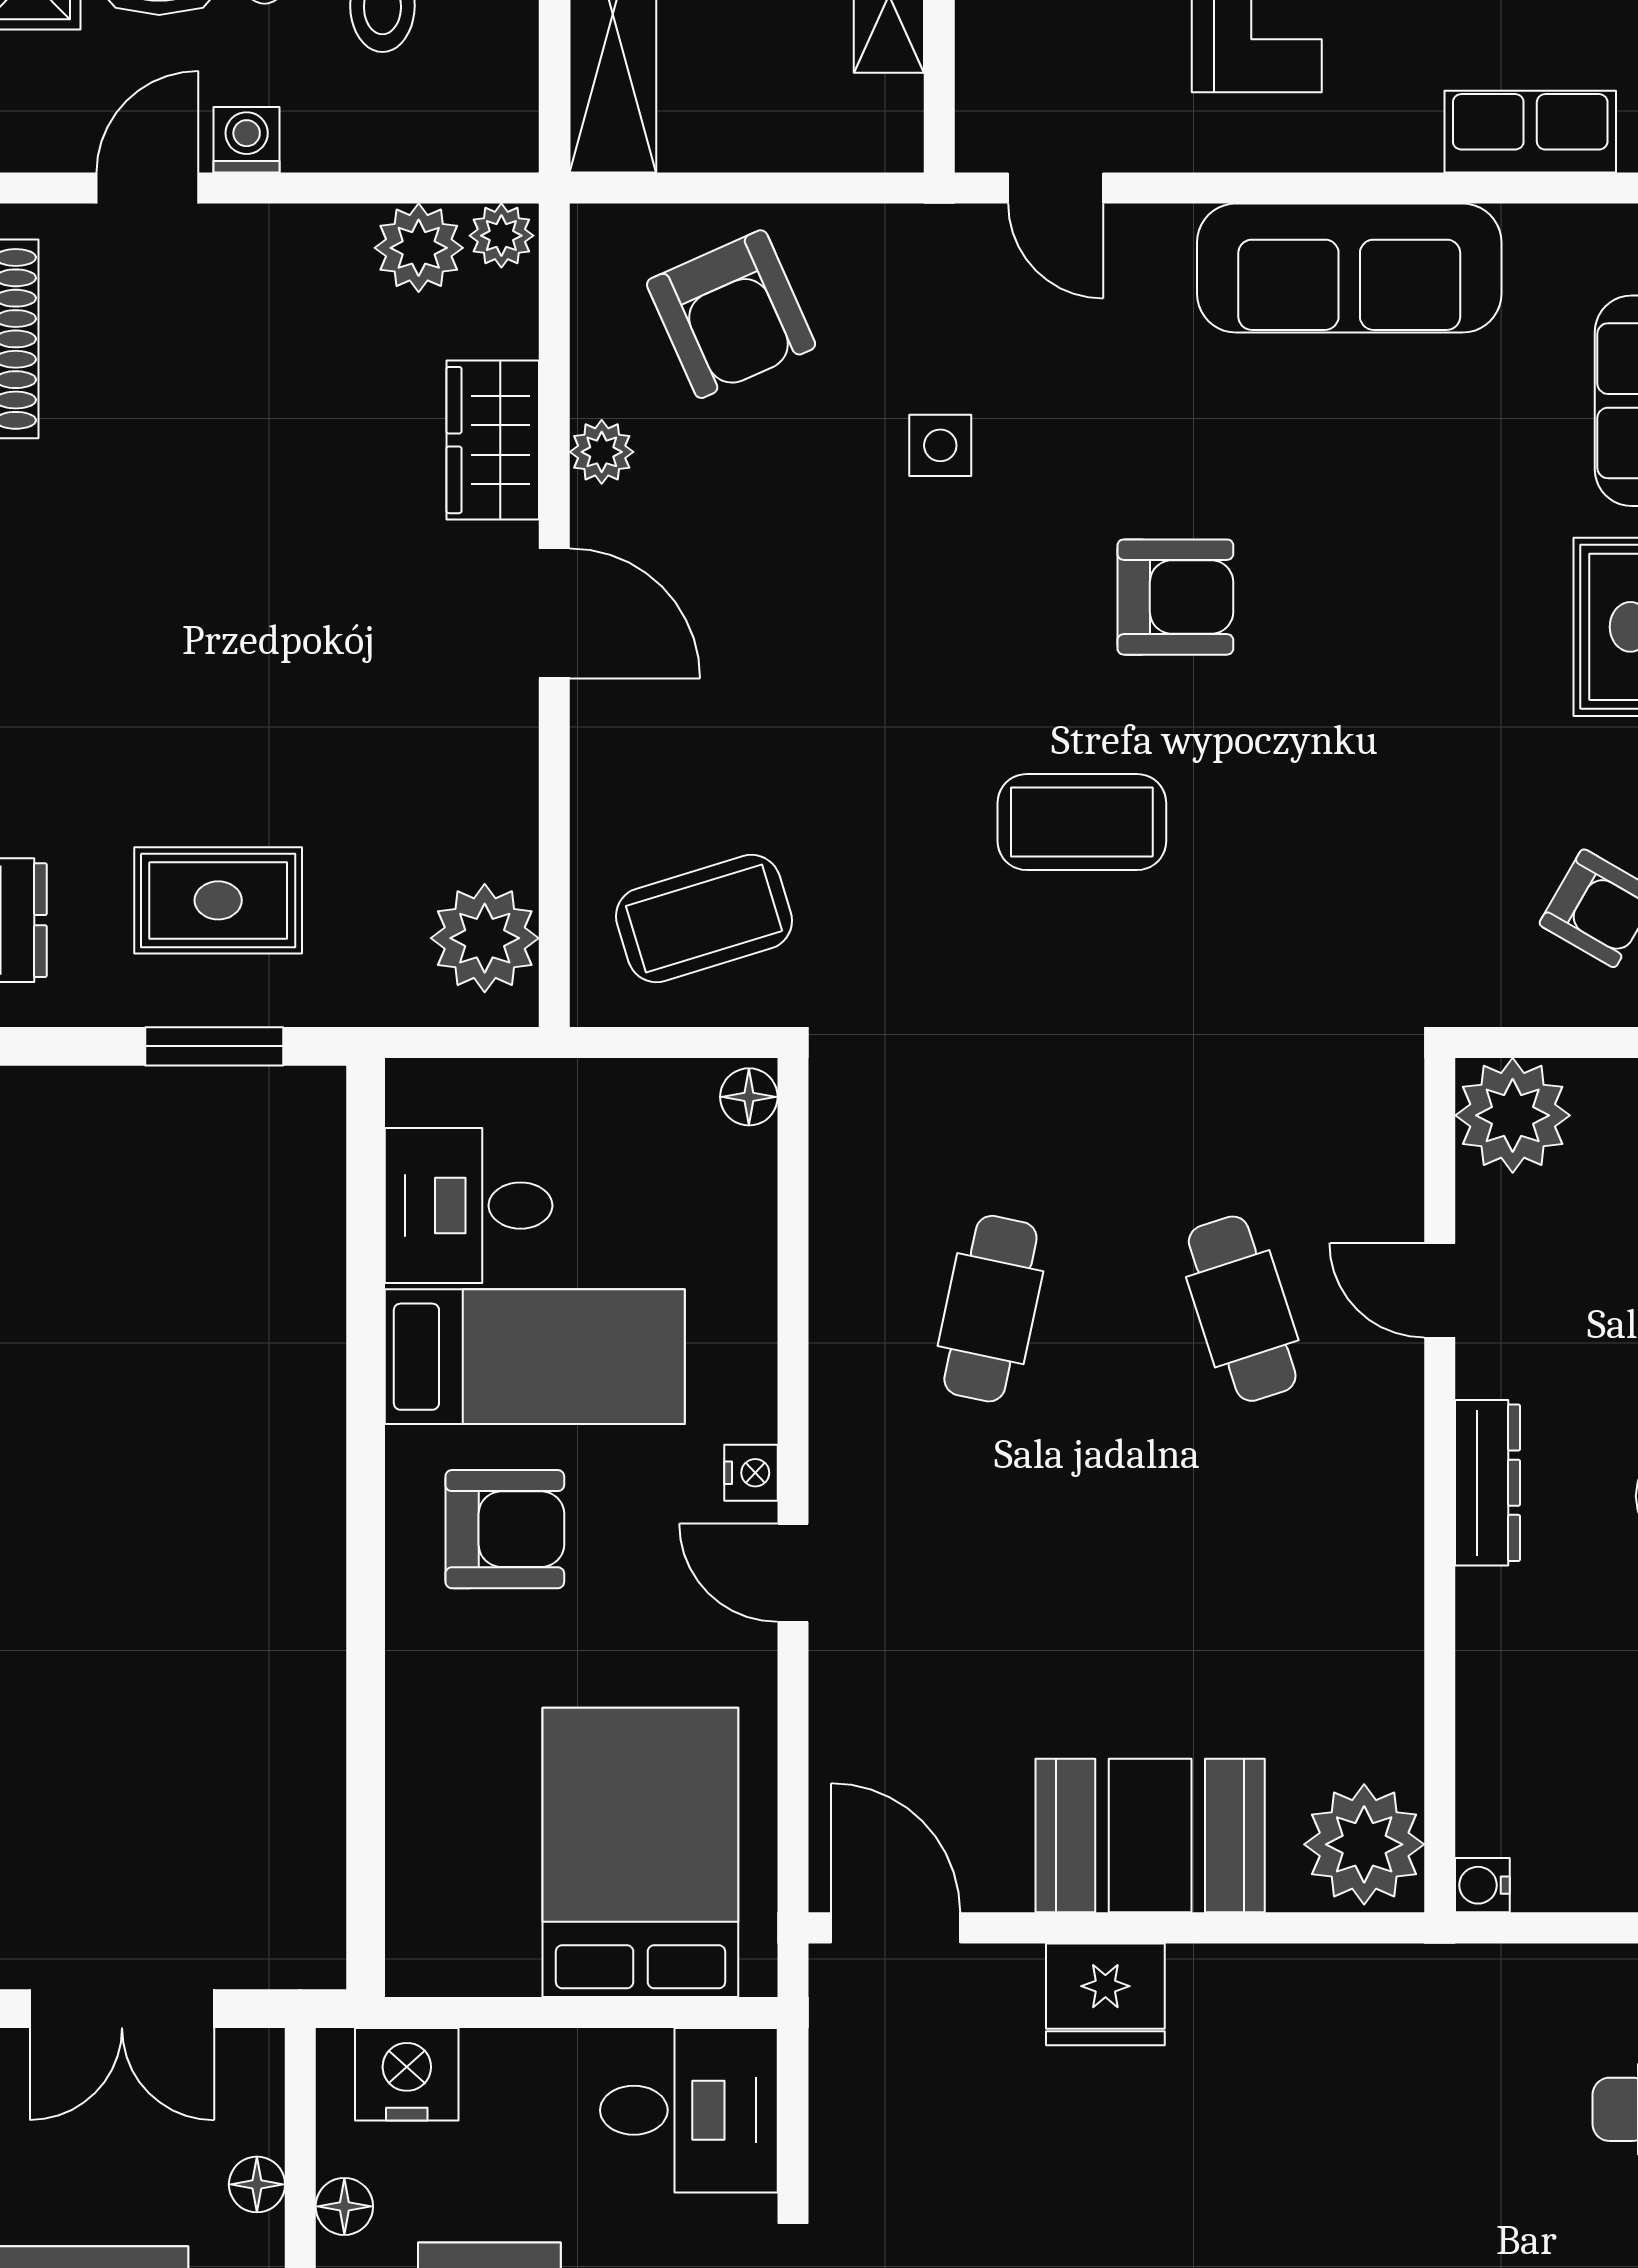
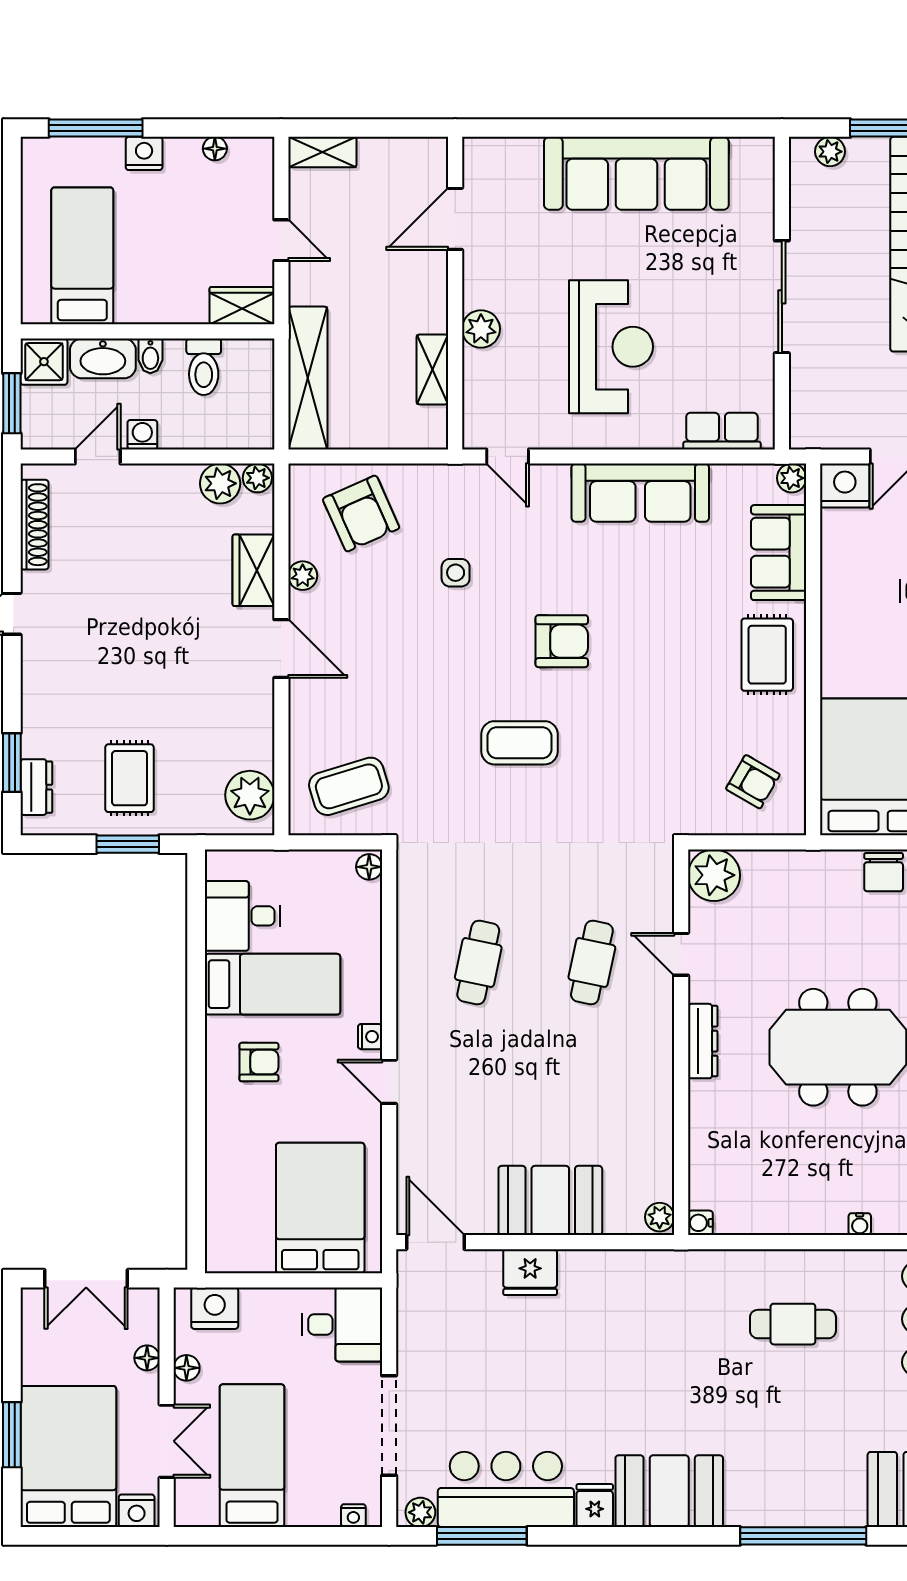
rug: (218, 900) -> (130, 778), turned 90
cafe table: (1242, 1309) -> (592, 963), turned 30
armchair: (505, 1529) -> (259, 1062), width x0.72, depth x0.72
plant: (1364, 1844) -> (660, 1217), width x0.53, depth x0.53

